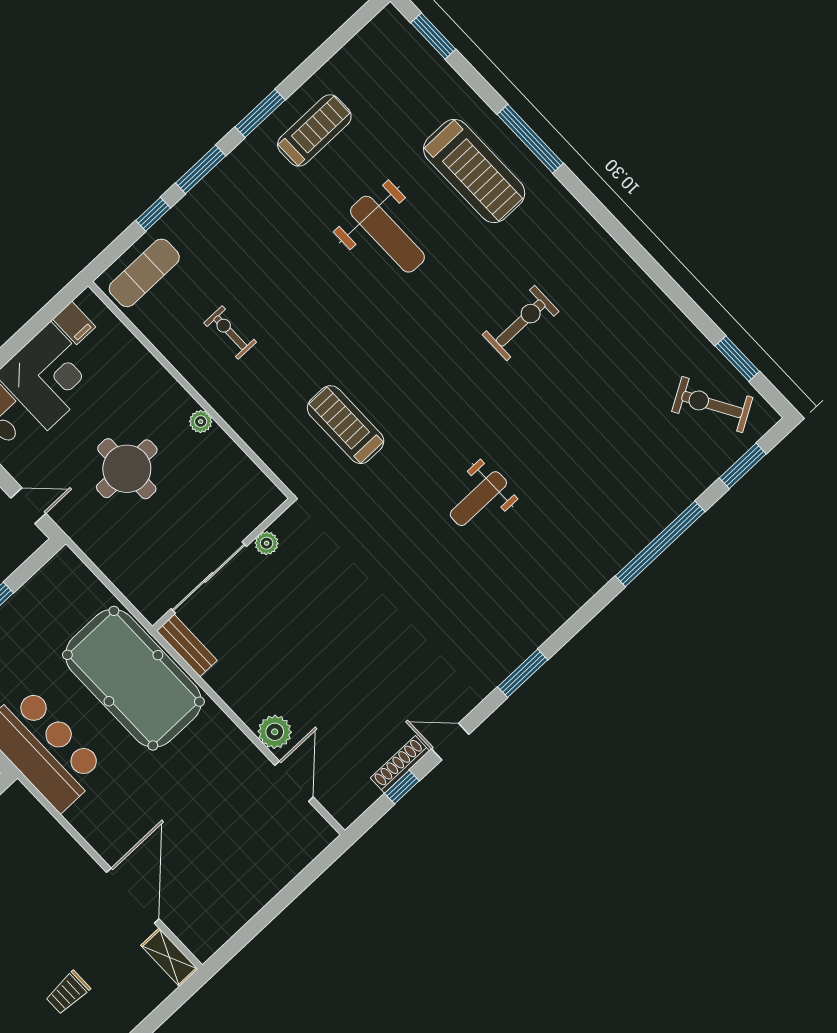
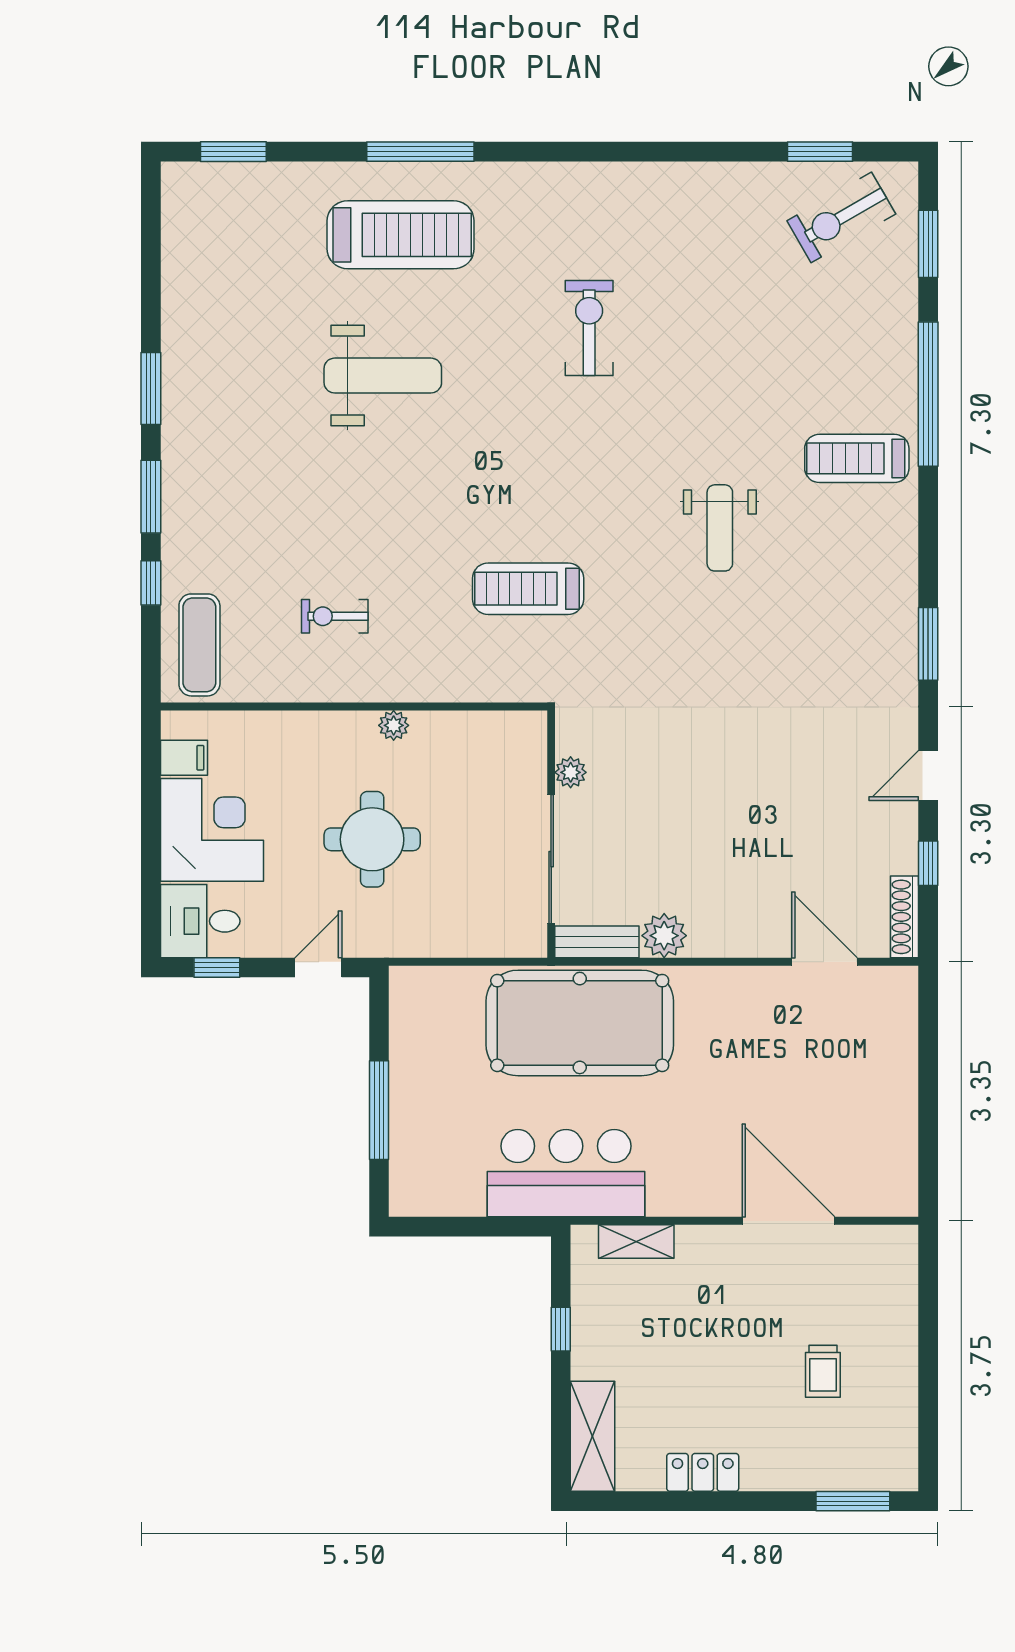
treadmill: (314, 130) -> (857, 458), moved, turned -90
plant: (275, 732) -> (664, 936), moved
shoe rack: (400, 764) -> (905, 917), moved
shelving: (169, 957) -> (636, 1242), moved

